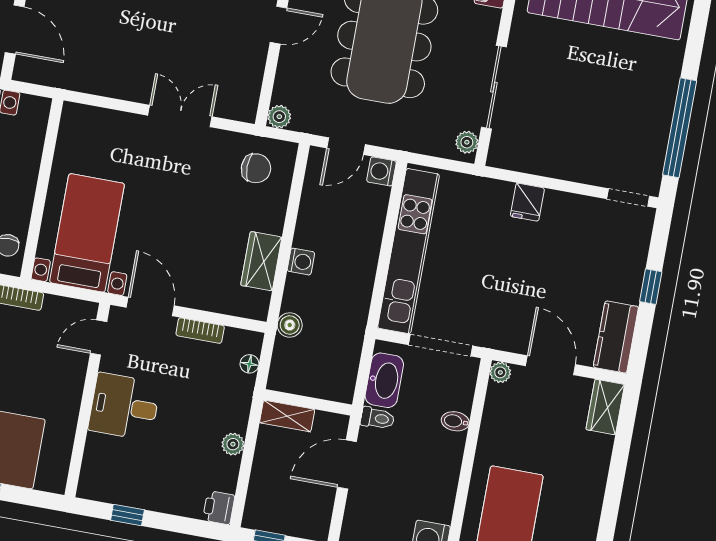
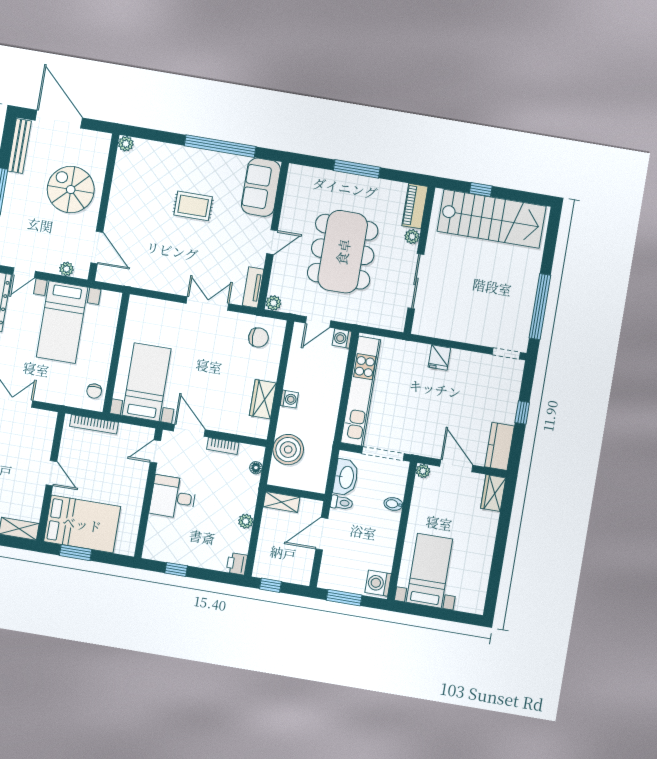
tv unit: (249, 93) -> (253, 287), added
plant: (467, 142) -> (412, 237), moved
boiler: (290, 325) -> (288, 450), width x1.86, depth x1.86

